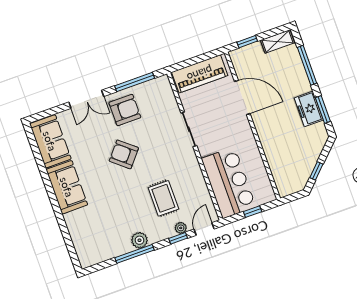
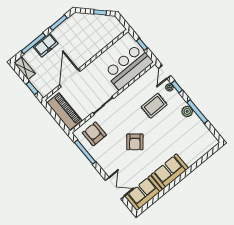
double door: (86, 99) -> (115, 188), moved
freezer: (309, 109) -> (46, 45), moved
armchair: (125, 110) -> (94, 134), moved
door: (204, 229) -> (165, 72), hinge flipped

